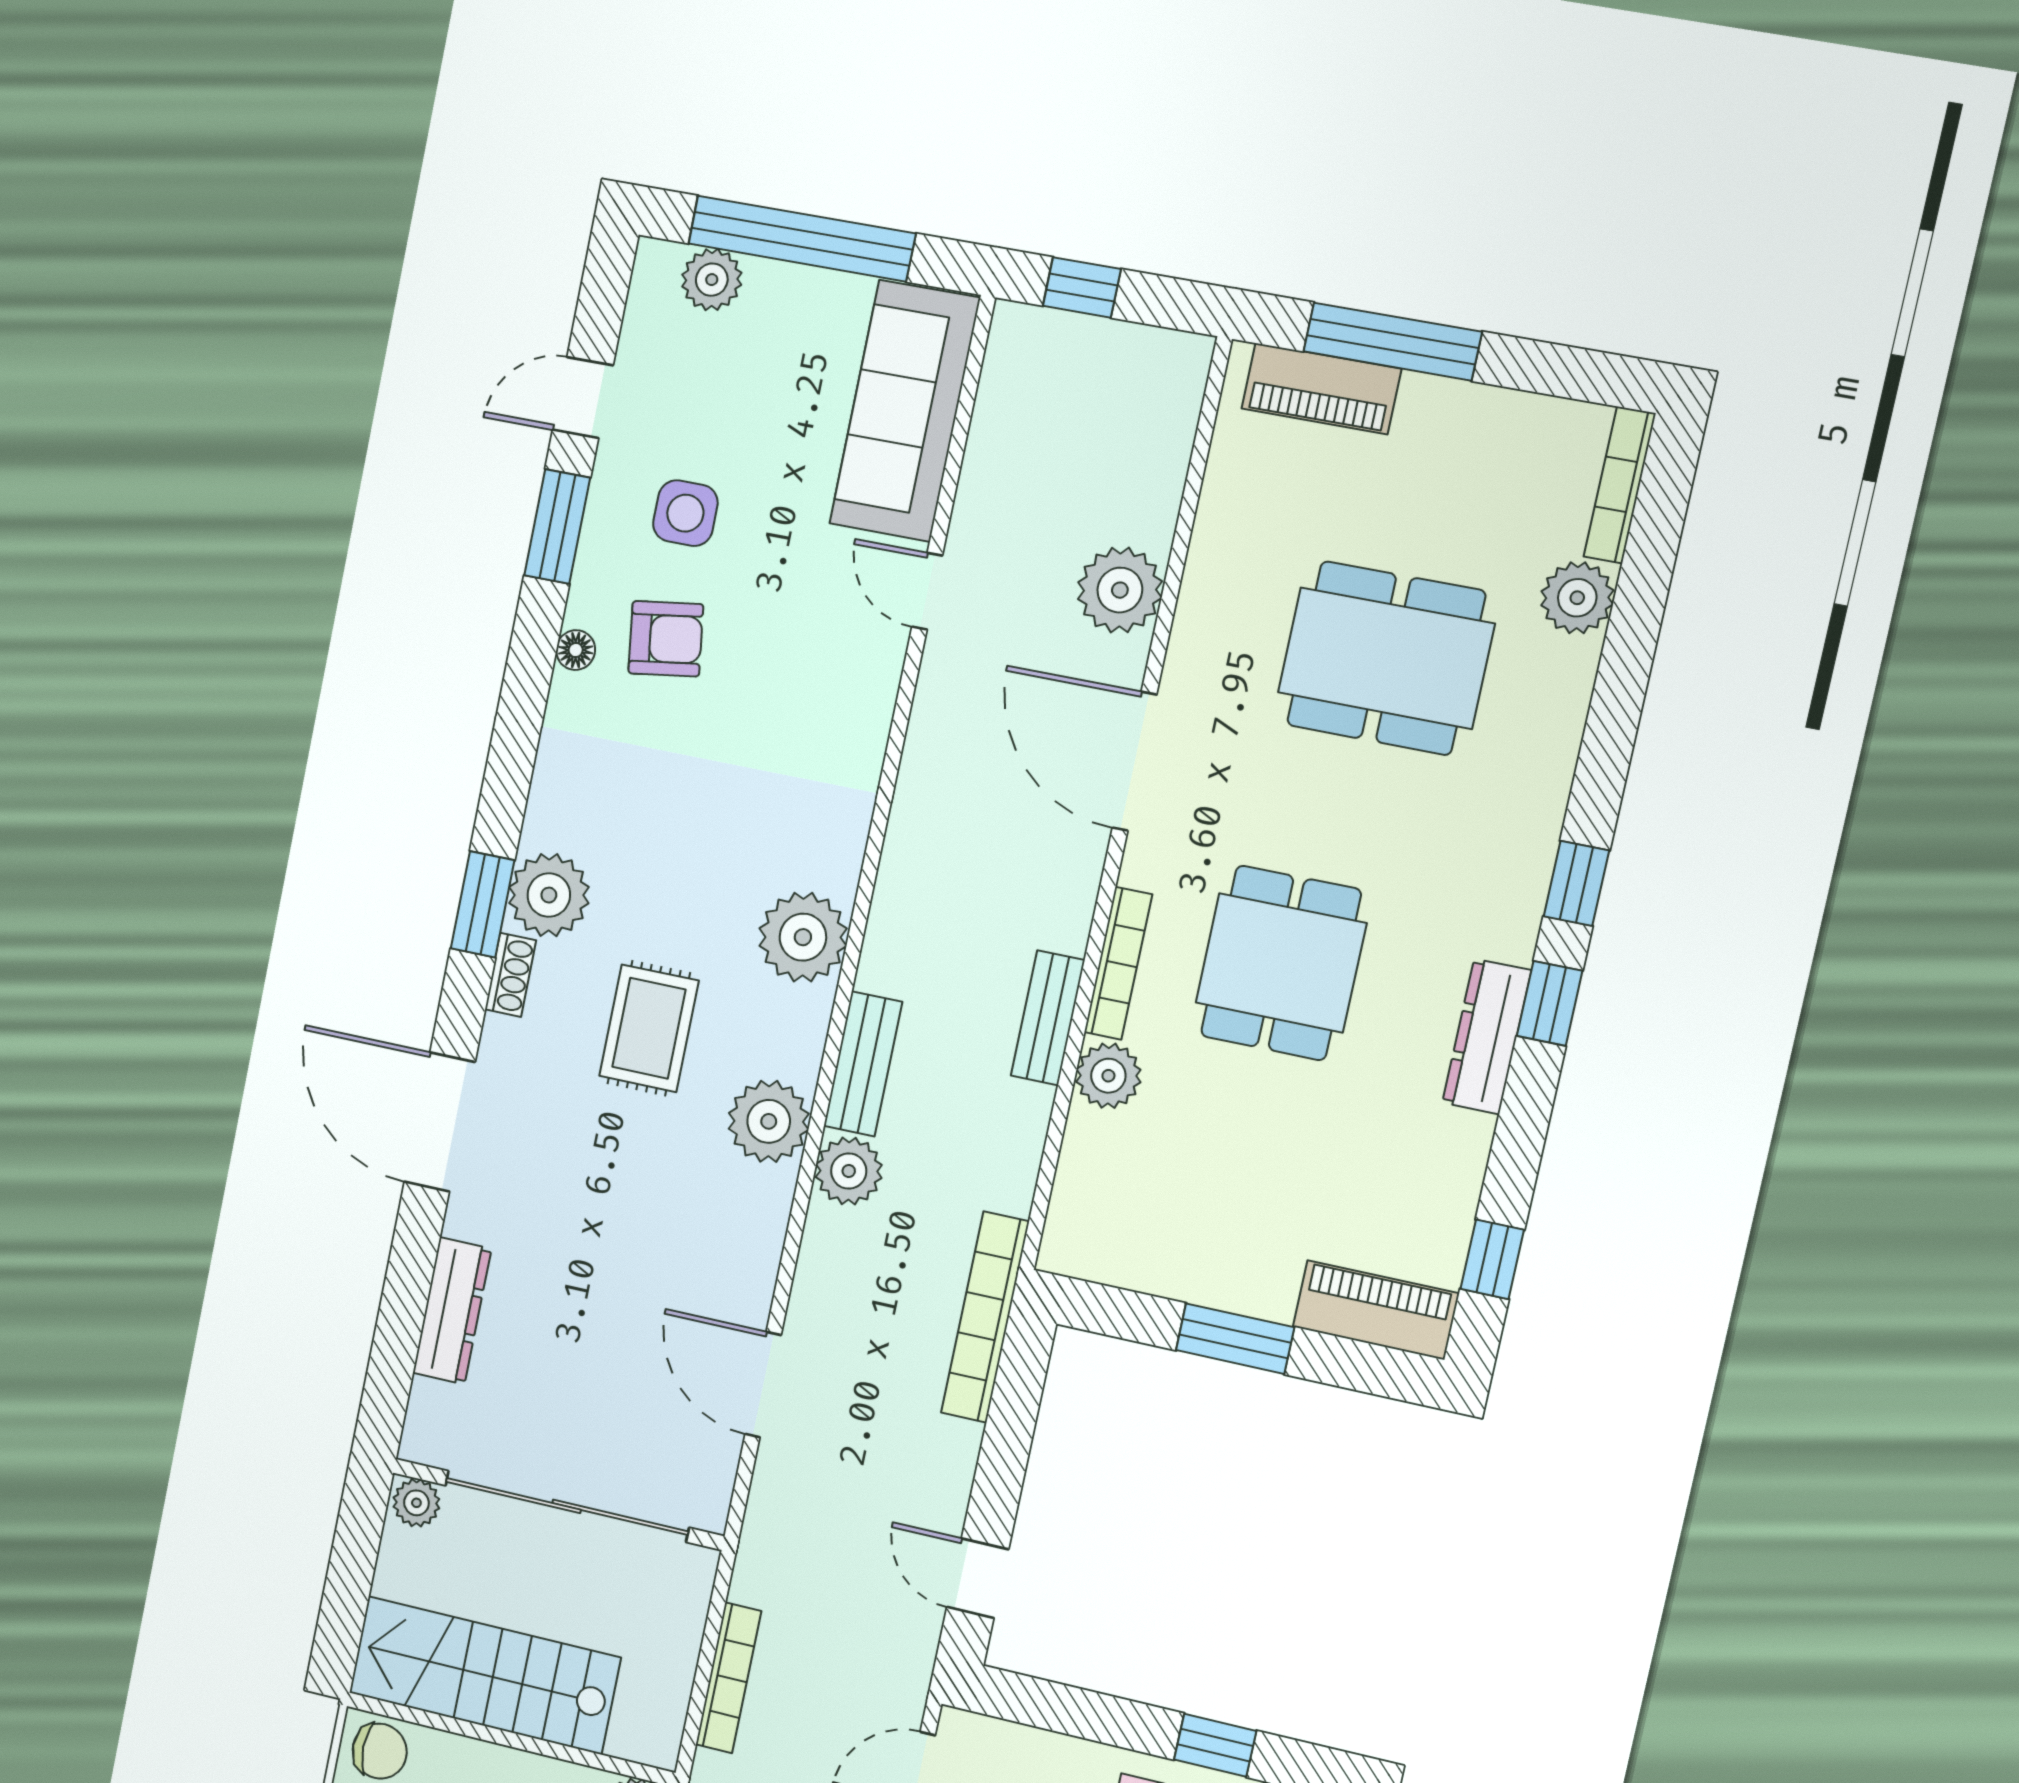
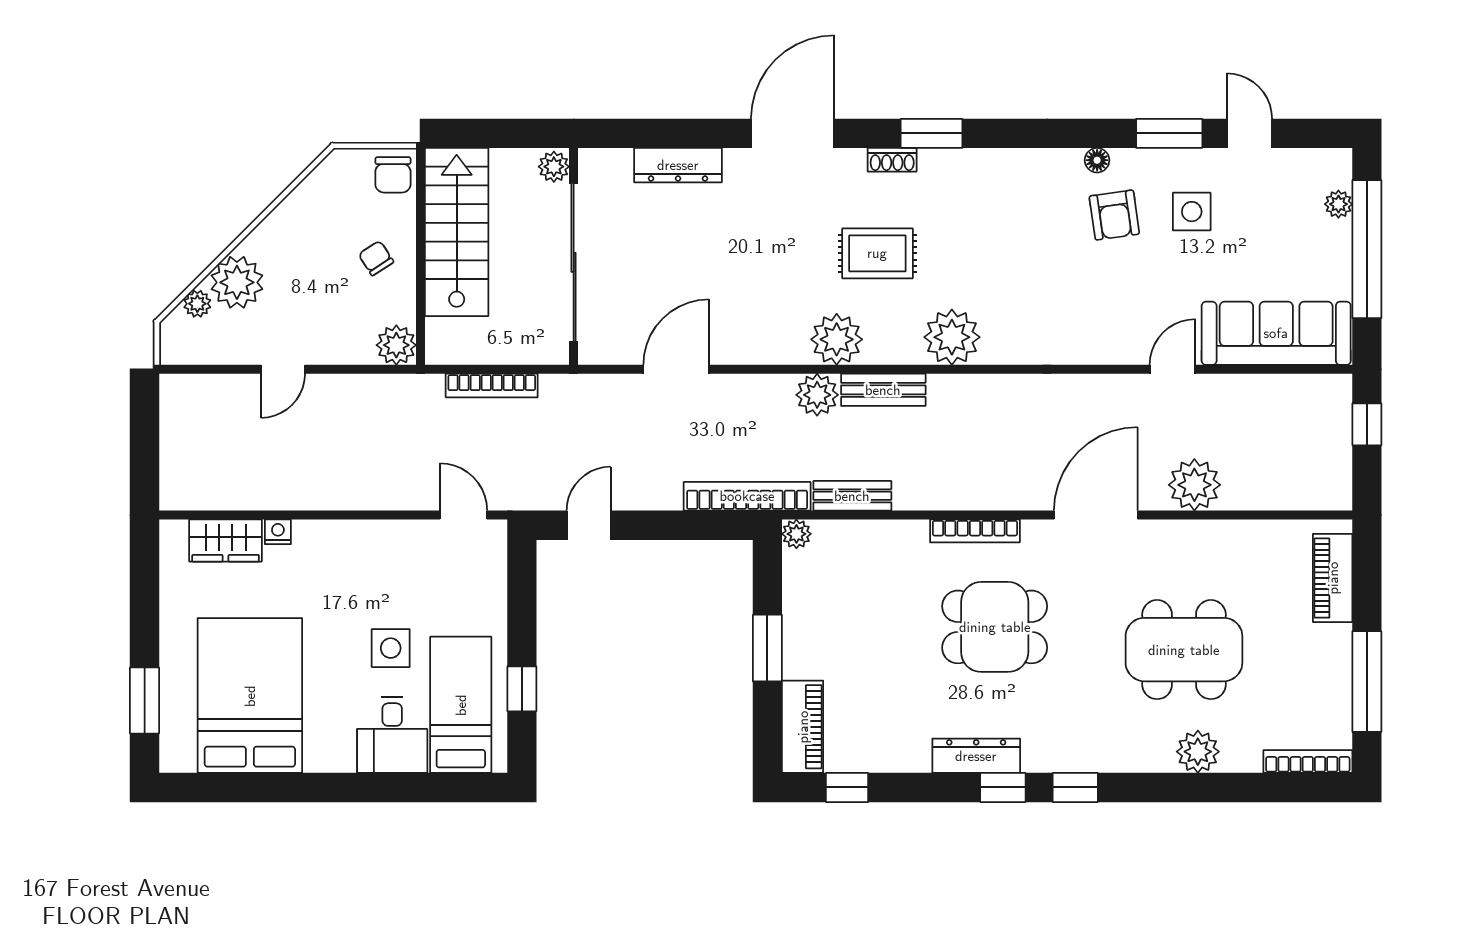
plant: (712, 280) -> (1338, 204), width x0.73, depth x0.73
window: (1392, 342) -> (1367, 682), moved
plant: (1577, 598) -> (1198, 752), moved
dining table: (1386, 658) -> (1184, 650), turned 90
plant: (549, 895) -> (946, 174), removed
bench: (1048, 1018) -> (852, 496), moved
plant: (1108, 1076) -> (796, 534), moved, width x0.73, depth x0.73

